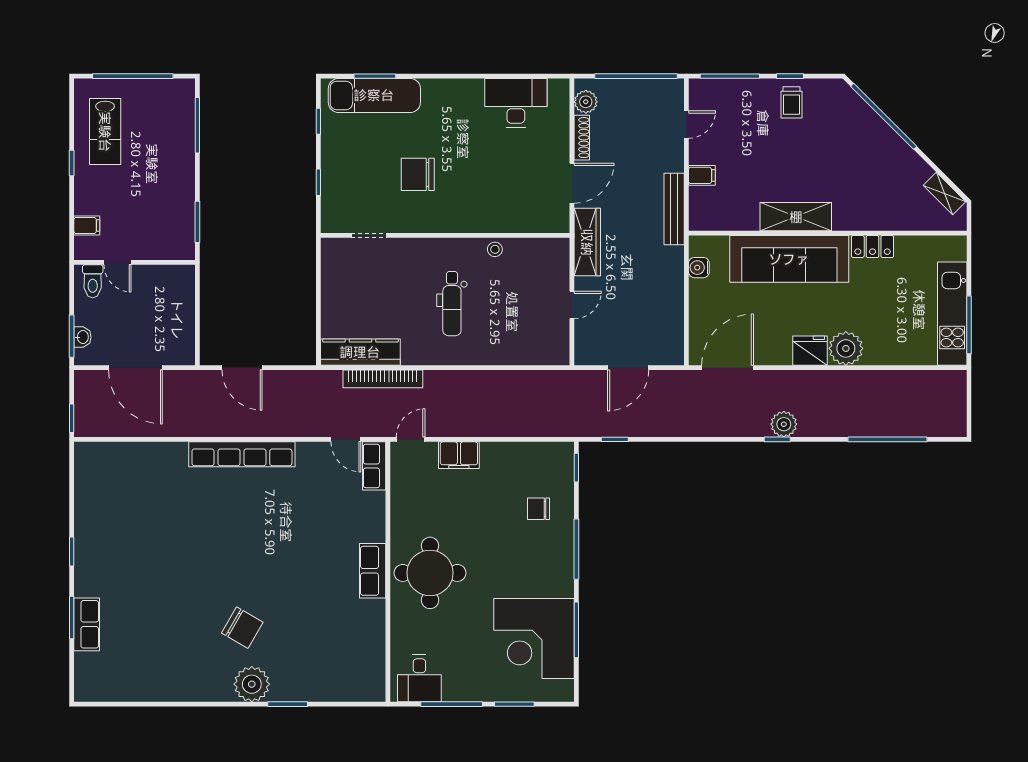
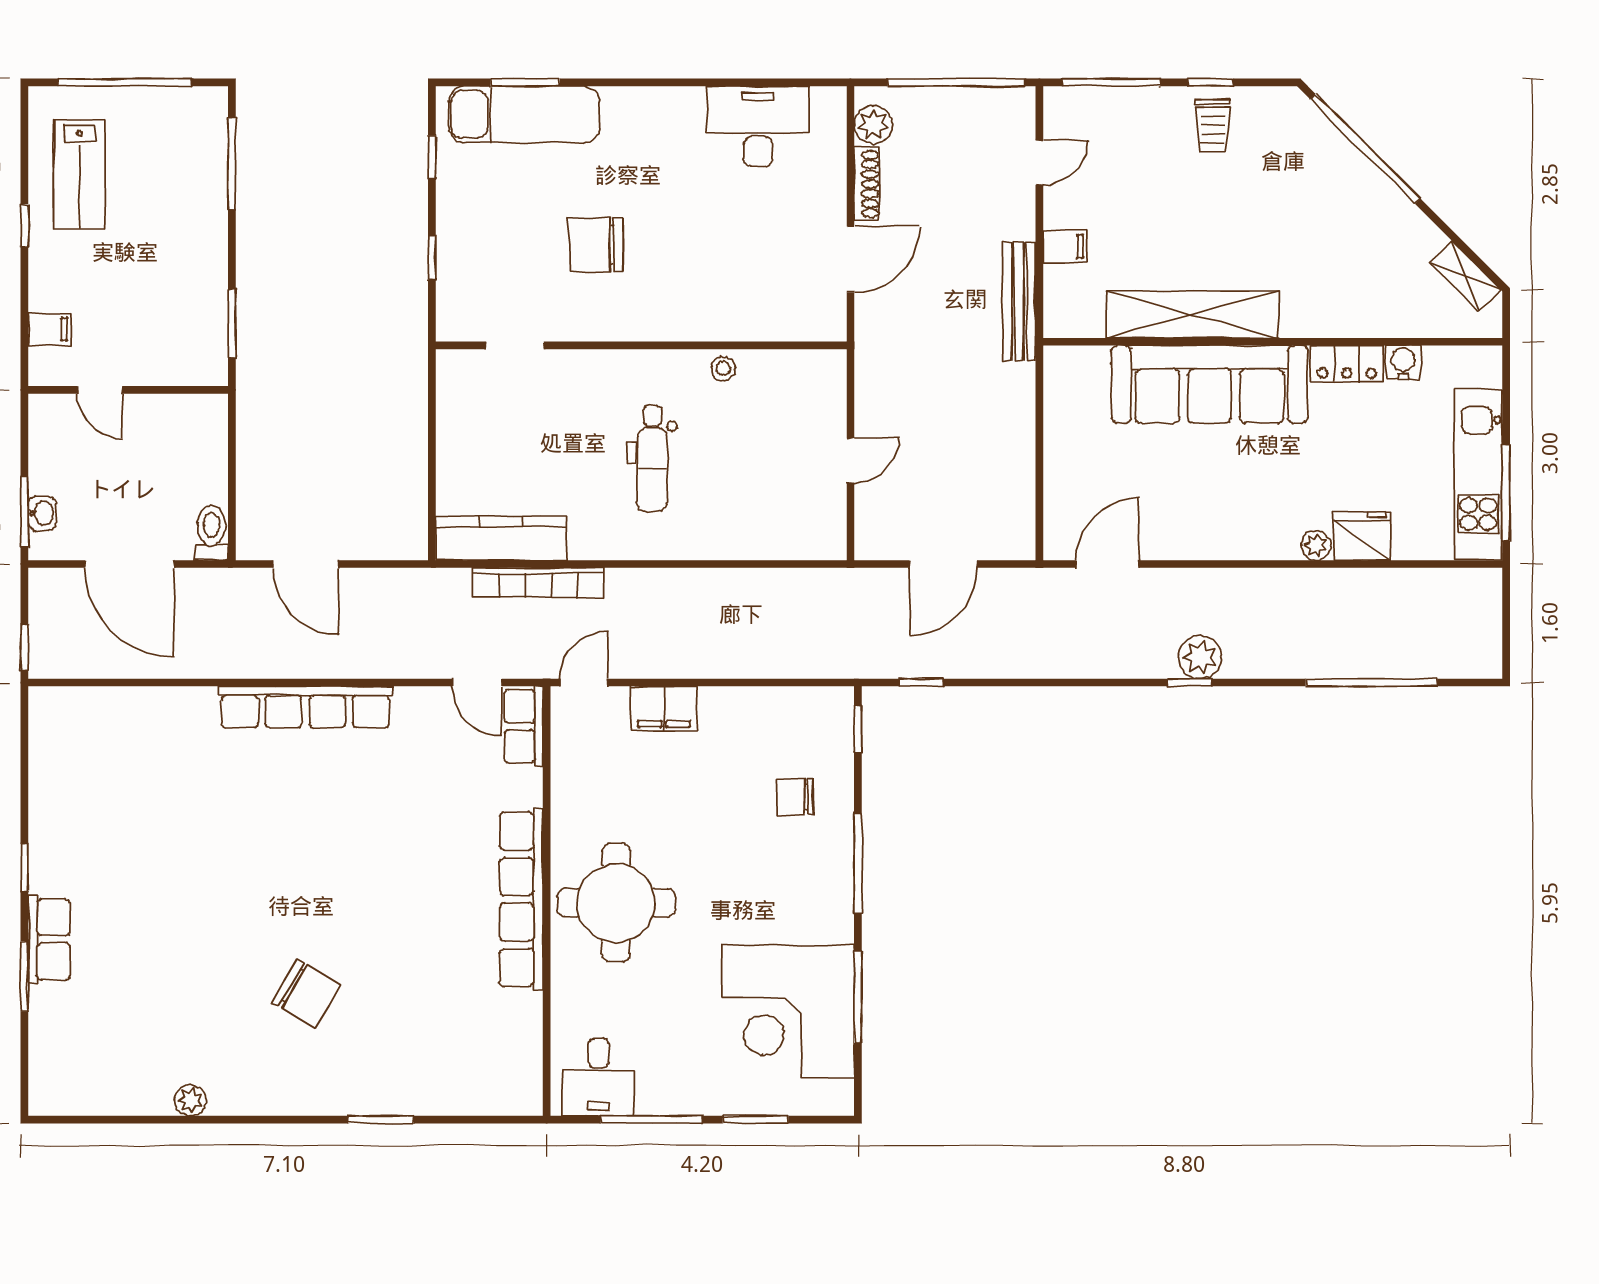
shelving: (796, 217) -> (1192, 314), width x1.47
wardrobe: (587, 242) -> (876, 356), removed
water cooler: (699, 268) -> (1403, 362), moved, turned 90
toilet: (93, 281) -> (211, 533), moved, turned 180
plant: (846, 348) -> (1316, 545), width x0.53, depth x0.53
fridge: (810, 351) -> (1362, 536), moved
door: (728, 368) -> (1107, 564), width x0.73
row of seats: (373, 571) -> (521, 899), width x2.02
row of seats: (87, 624) -> (49, 939), moved
plant: (252, 684) -> (190, 1100), moved, width x0.53, depth x0.53

